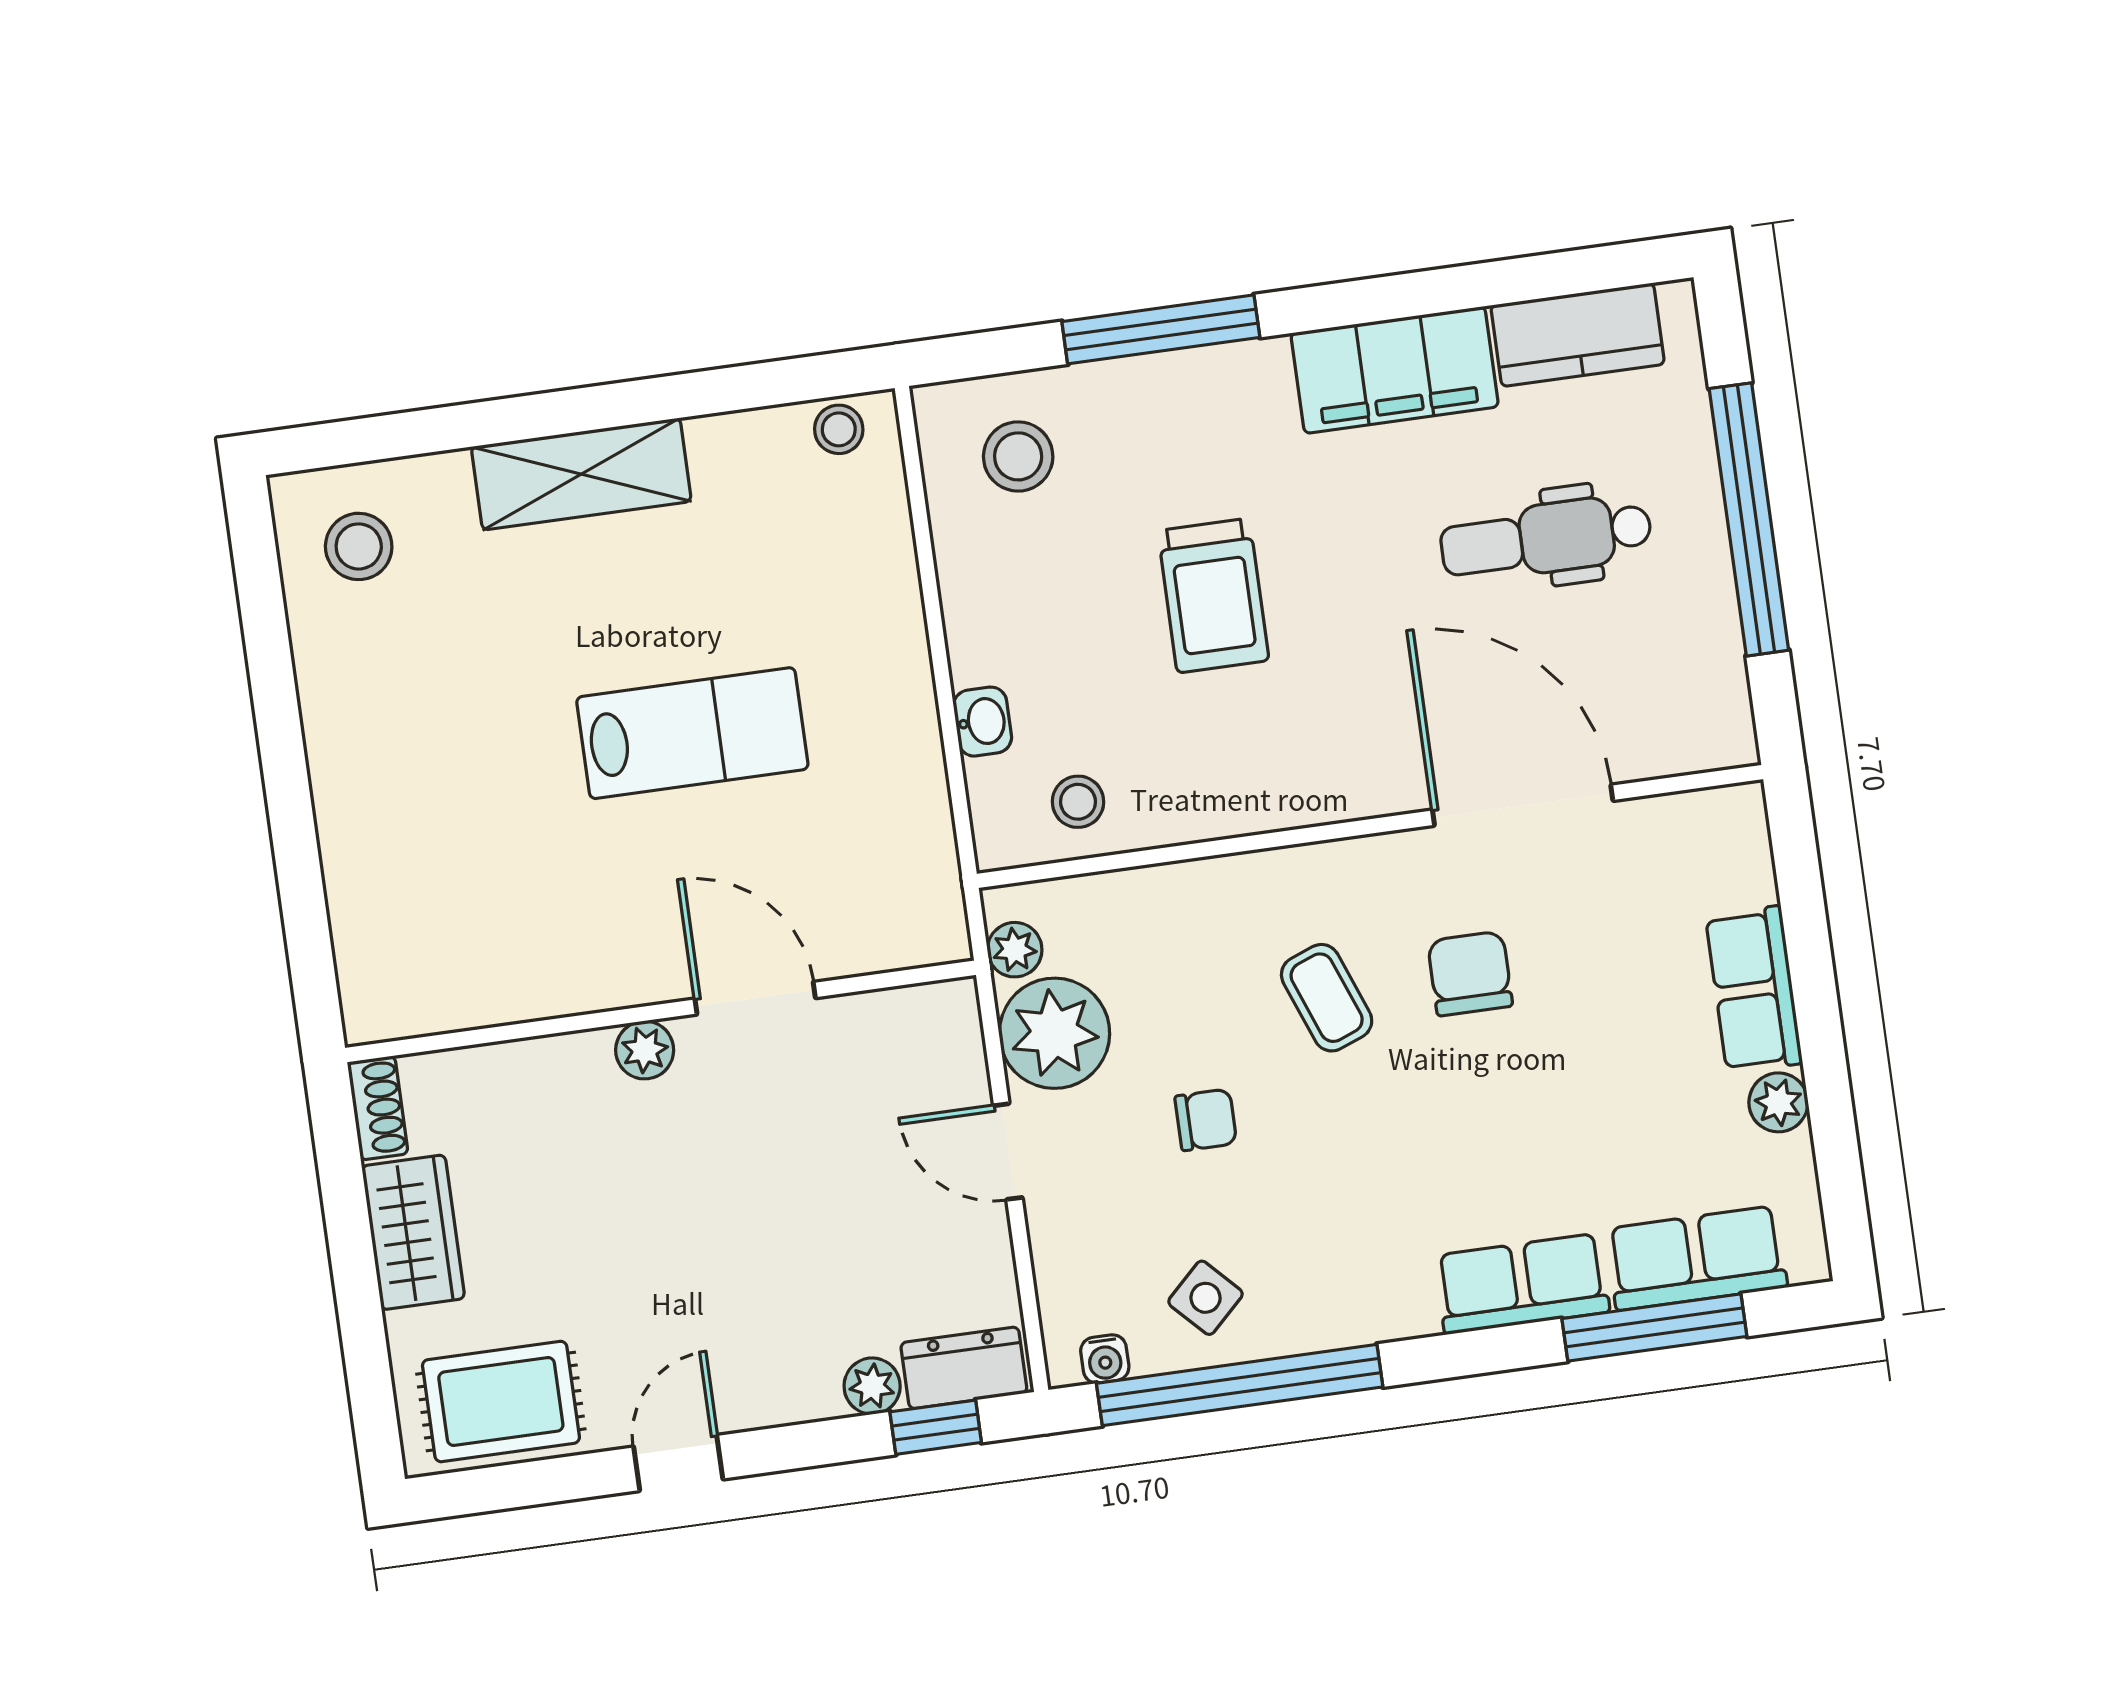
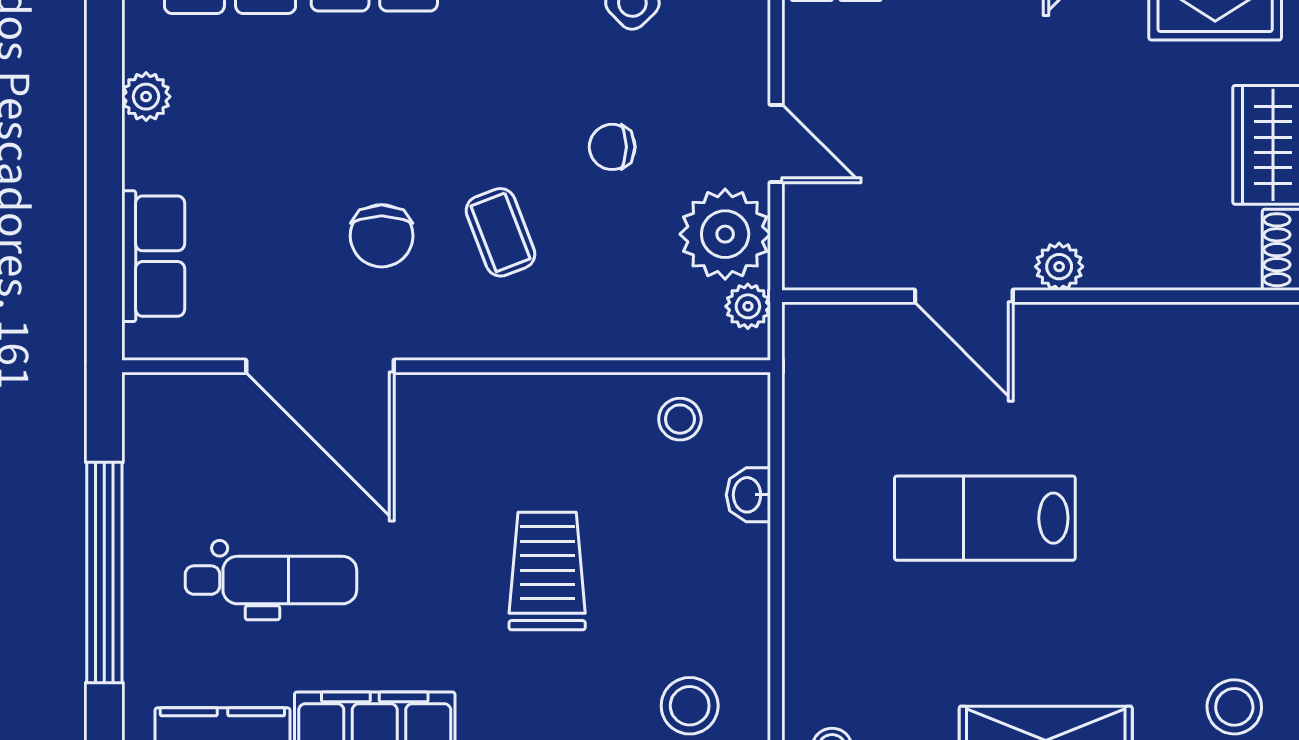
row of seats: (1754, 989) -> (153, 256), moved

